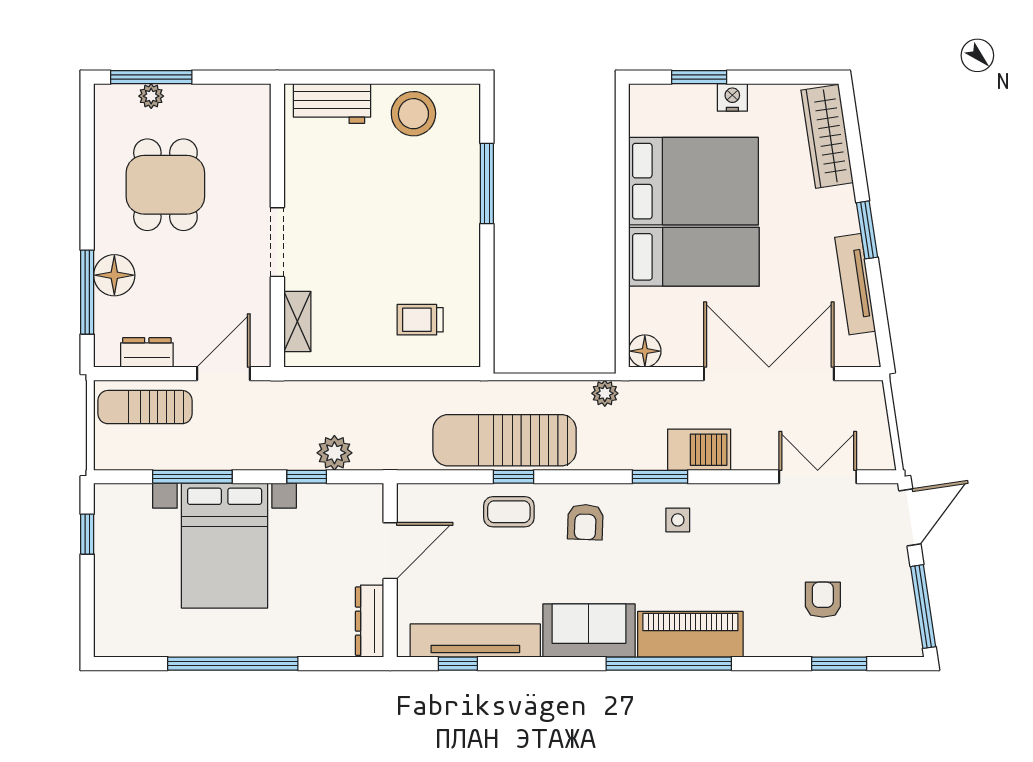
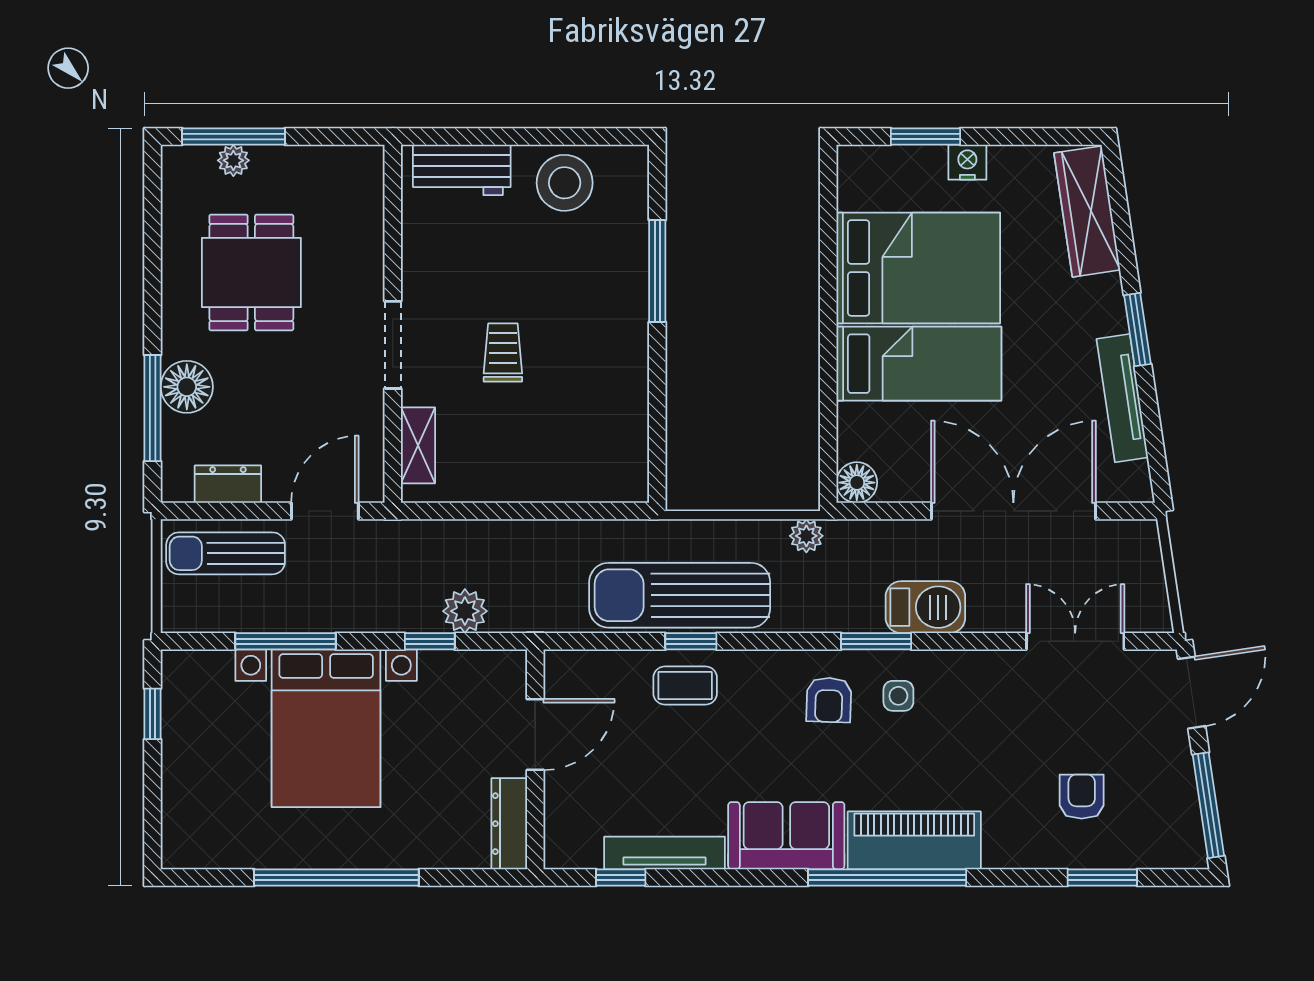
trolley: (420, 320) -> (503, 352), moved, turned 90
armchair: (585, 522) -> (829, 700), moved
tv unit: (475, 641) -> (665, 853), width x0.73, depth x0.78

